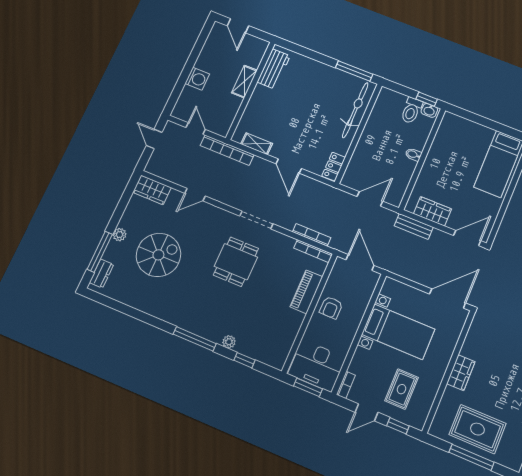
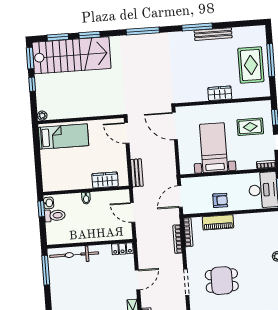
wardrobe: (432, 211) -> (105, 180), moved, turned 90

